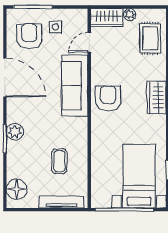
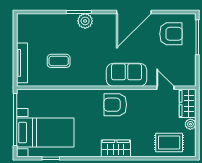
side table: (55, 27) -> (179, 57), removed
sofa: (75, 86) -> (127, 75), width x0.73
armchair: (108, 98) -> (115, 105), turned 180
floor lamp: (17, 189) -> (33, 23), removed

